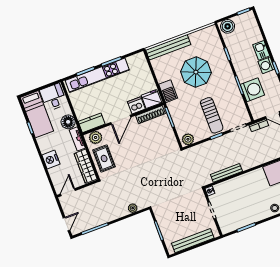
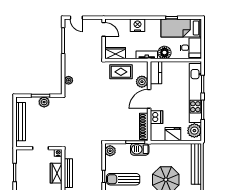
plant: (135, 62) -> (194, 131), added
barbecue: (168, 91) -> (140, 149), moved
fridge: (151, 99) -> (173, 134), moved, turned -90
door: (121, 120) -> (149, 99), hinge flipped
plant: (96, 137) -> (142, 82), moved
wardrobe: (86, 166) -> (115, 53), width x0.67
wardrobe: (231, 185) -> (56, 173), added
plant: (164, 224) -> (44, 102), added

